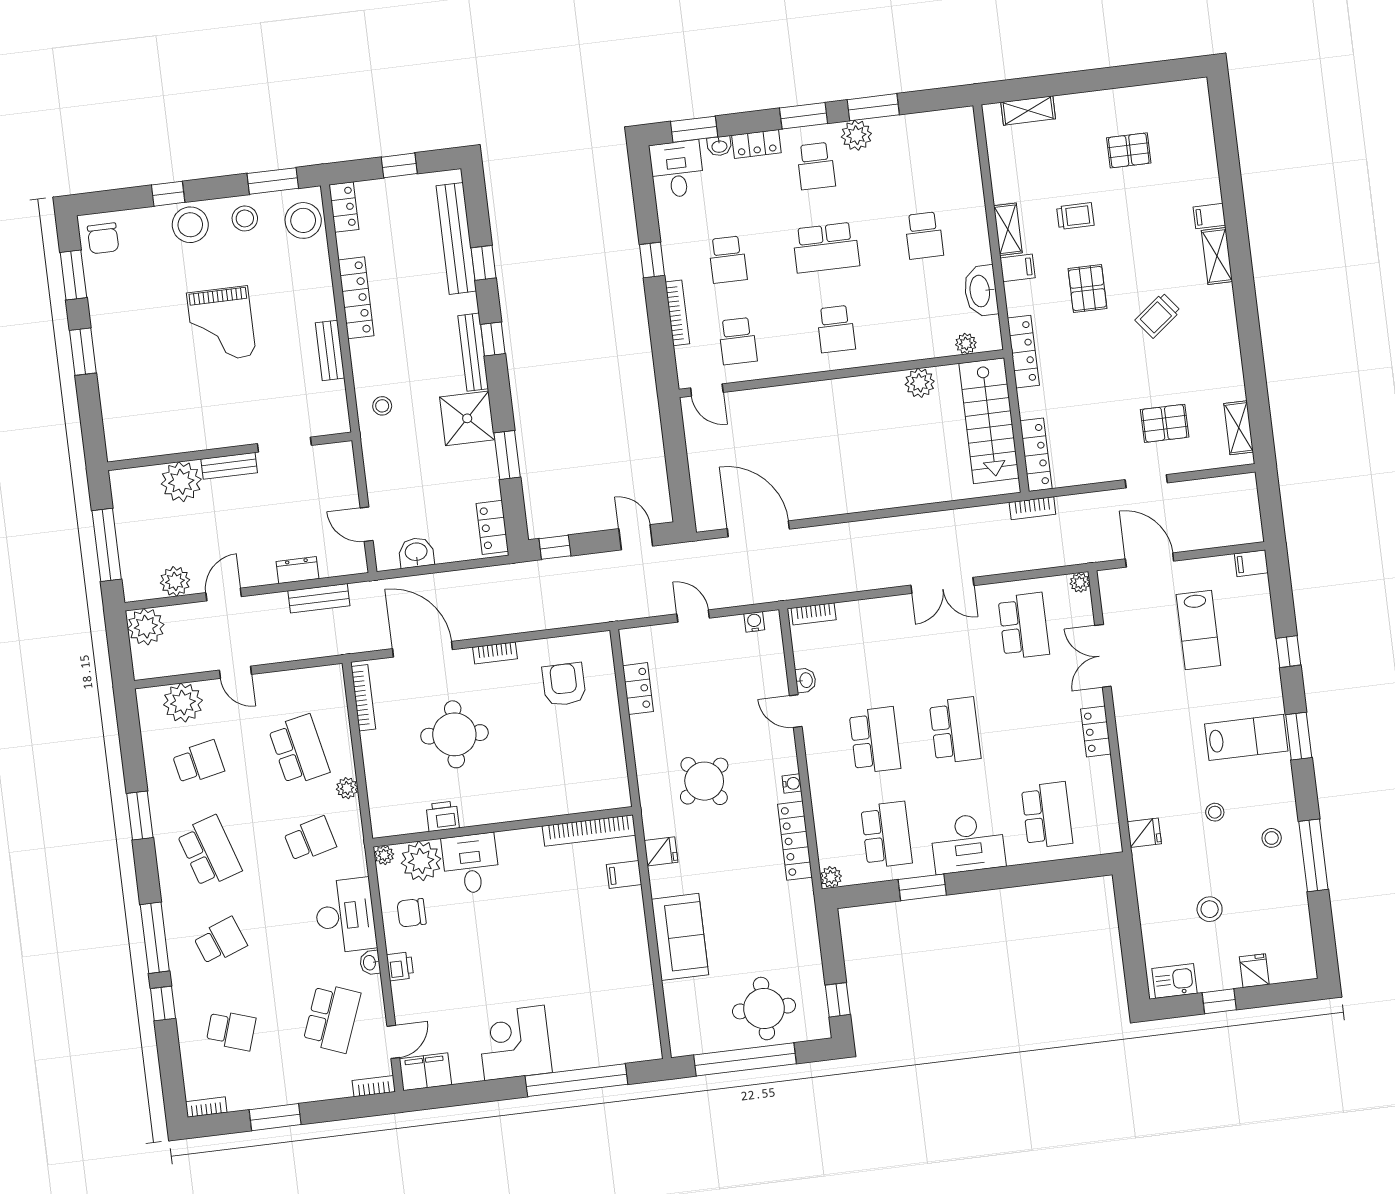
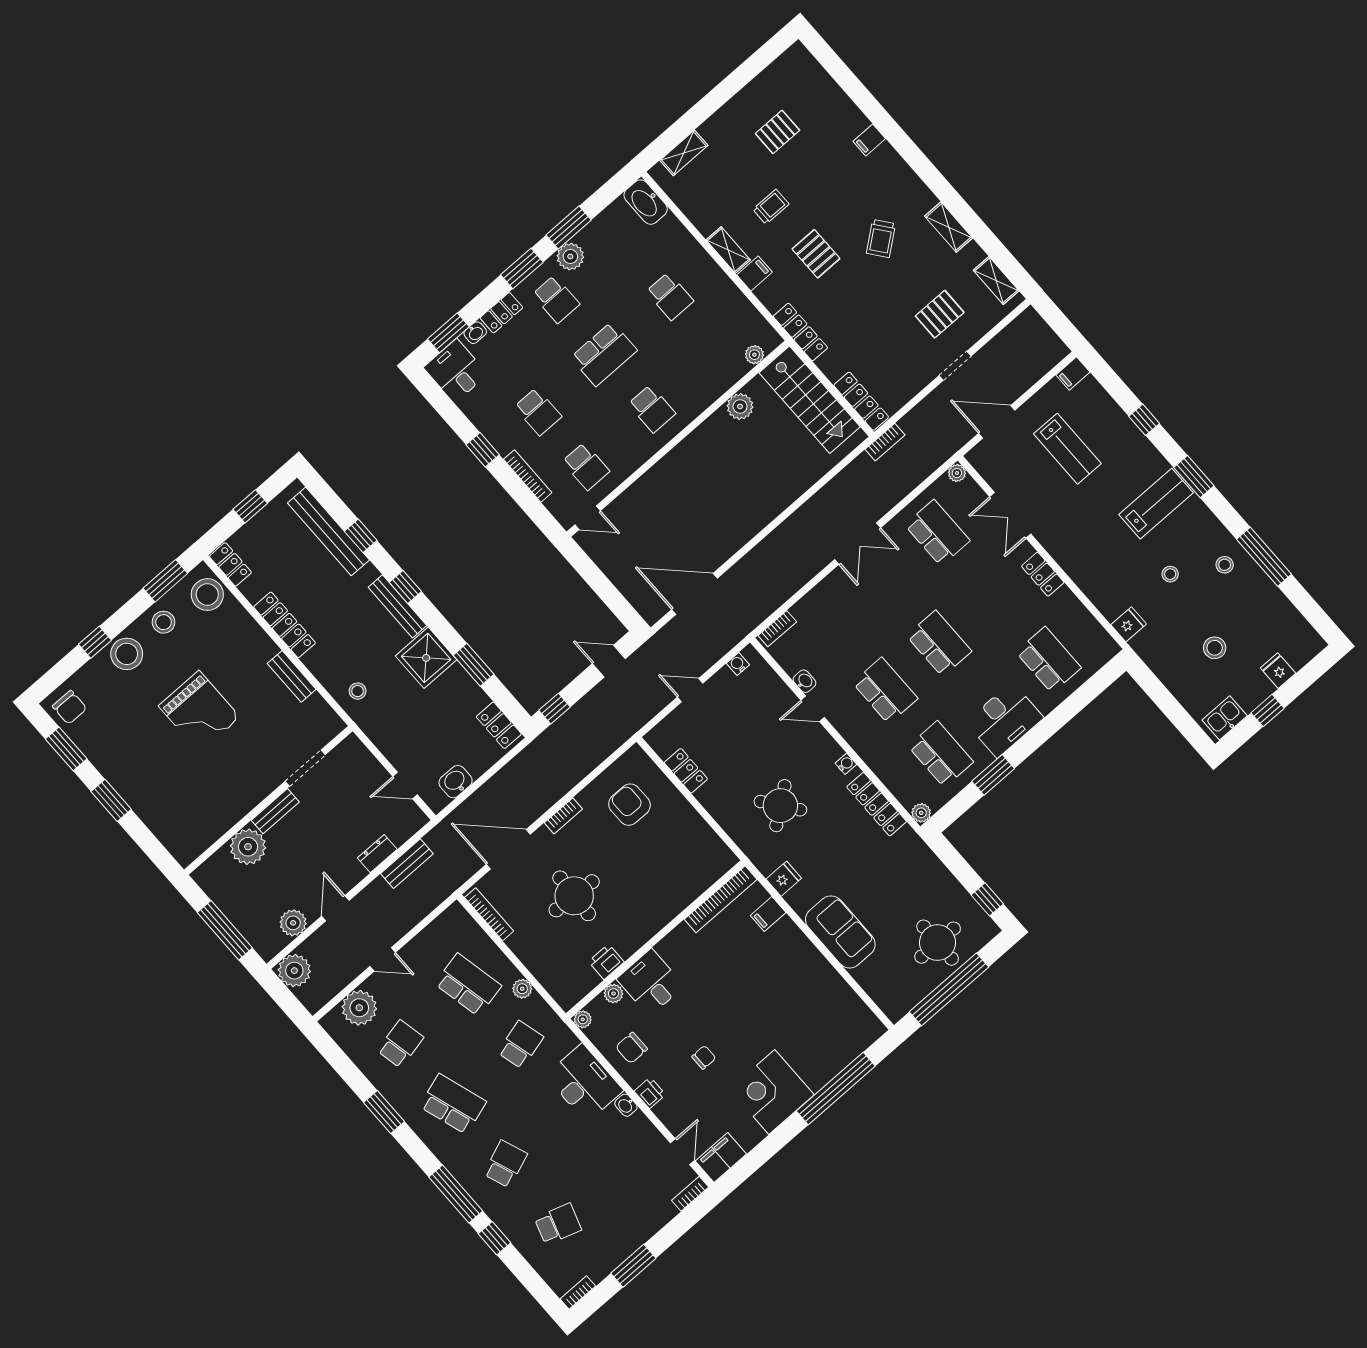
shelving: (1217, 256) -> (949, 227), moved
washbasin: (981, 291) -> (646, 202), moved
plant: (421, 861) -> (613, 994), width x0.53, depth x0.53
chair: (473, 967) -> (704, 1057), added
school desk: (332, 1018) -> (626, 1165), removed

